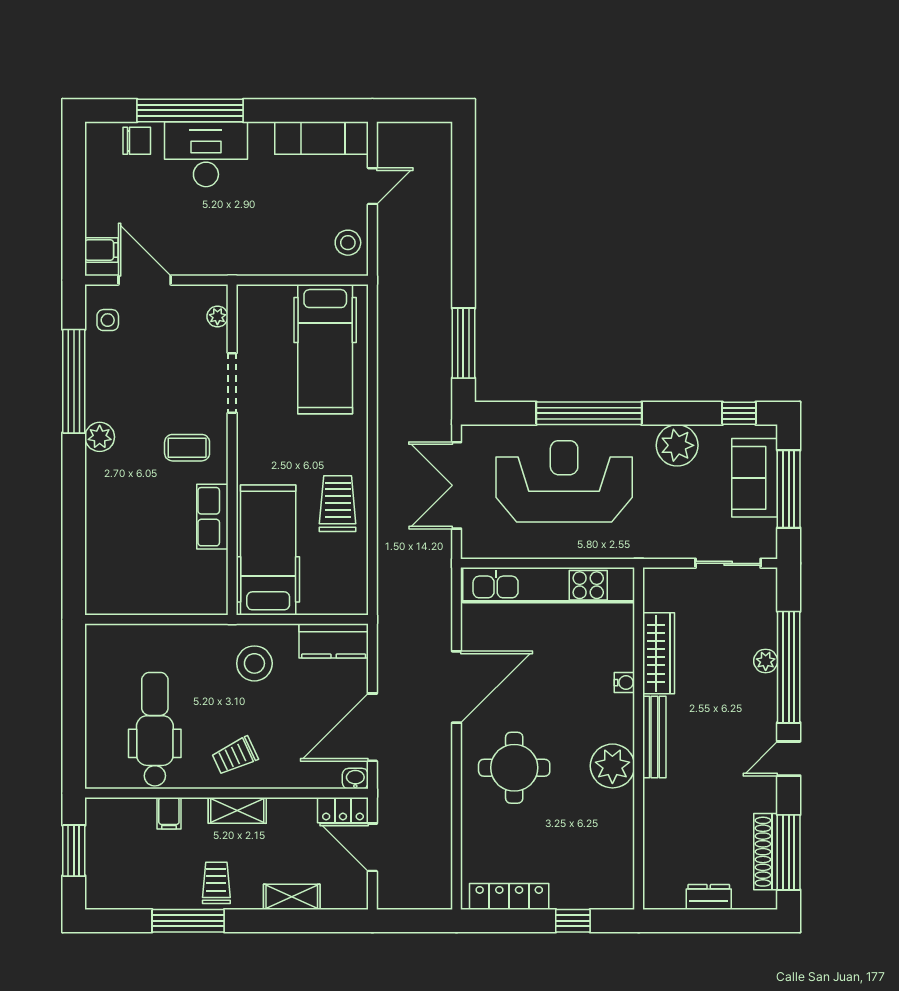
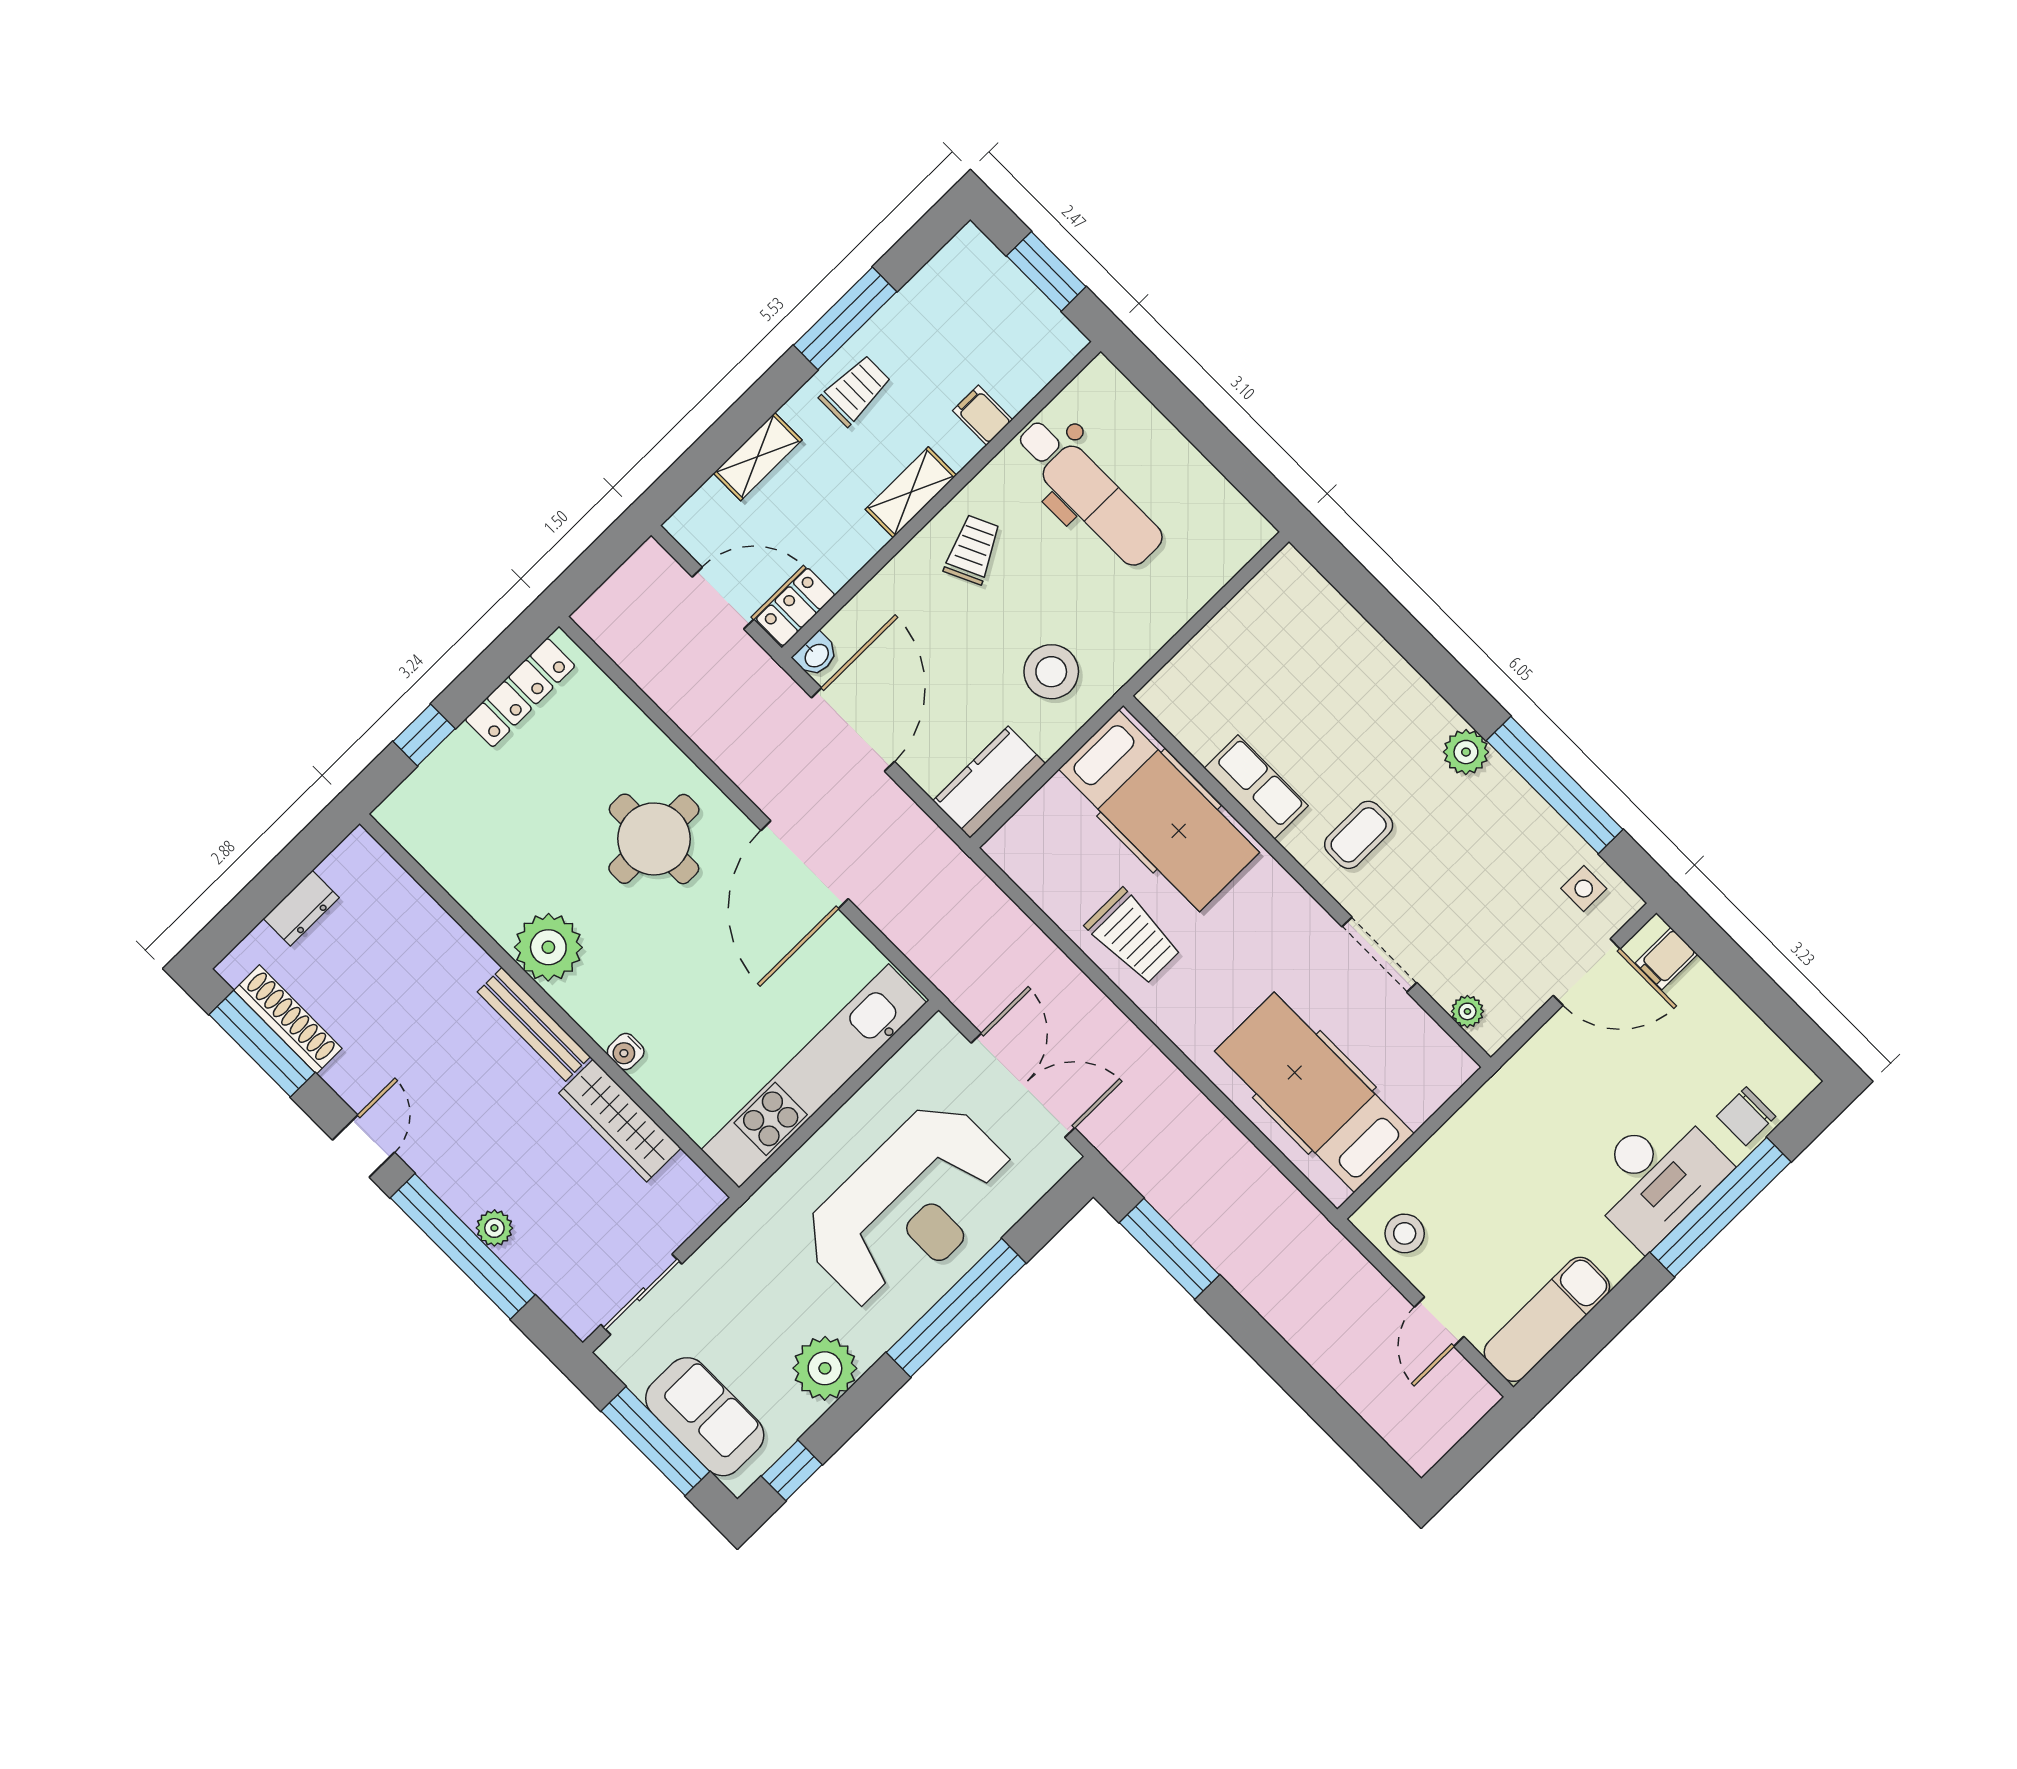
trolley: (216, 883) -> (855, 390), turned -90

